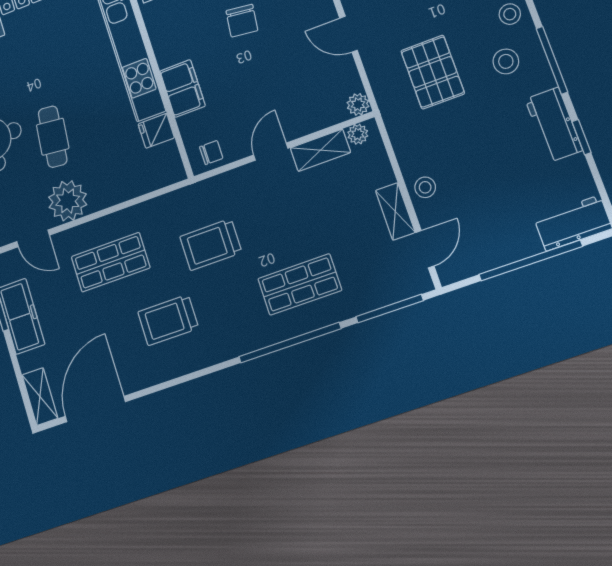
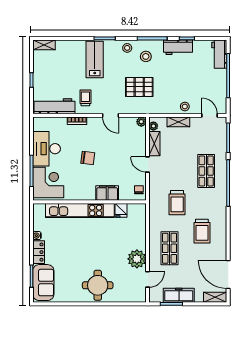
door: (349, 34) -> (111, 115), hinge flipped
cafe table: (53, 137) -> (107, 257), removed
shelving: (395, 211) -> (178, 122), moved

